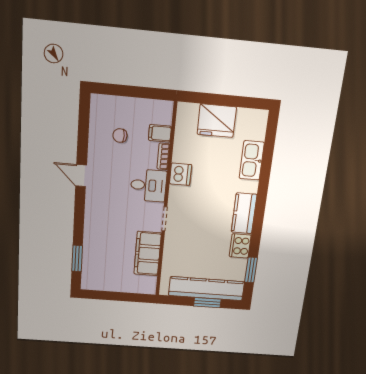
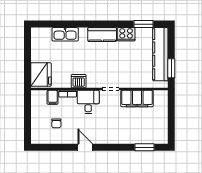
fridge: (217, 121) -> (41, 74), moved
door: (81, 176) -> (85, 147), swing flipped
window: (207, 303) -> (171, 68), moved

